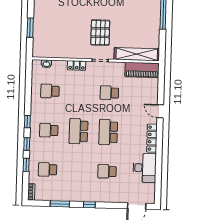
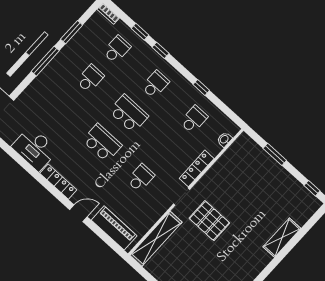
locker: (77, 65) -> (197, 168), width x1.53
piano: (142, 70) -> (114, 228), moved, turned 90
window: (27, 122) -> (201, 87), moved
school desk: (107, 171) -> (90, 78), moved
window: (89, 205) -> (45, 61), width x2.17

